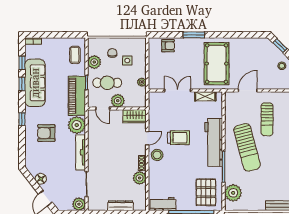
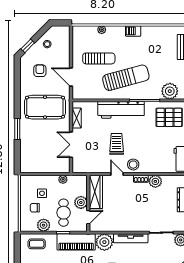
armchair: (168, 46) -> (40, 71), moved
wardrobe: (135, 116) -> (96, 192), width x1.50

